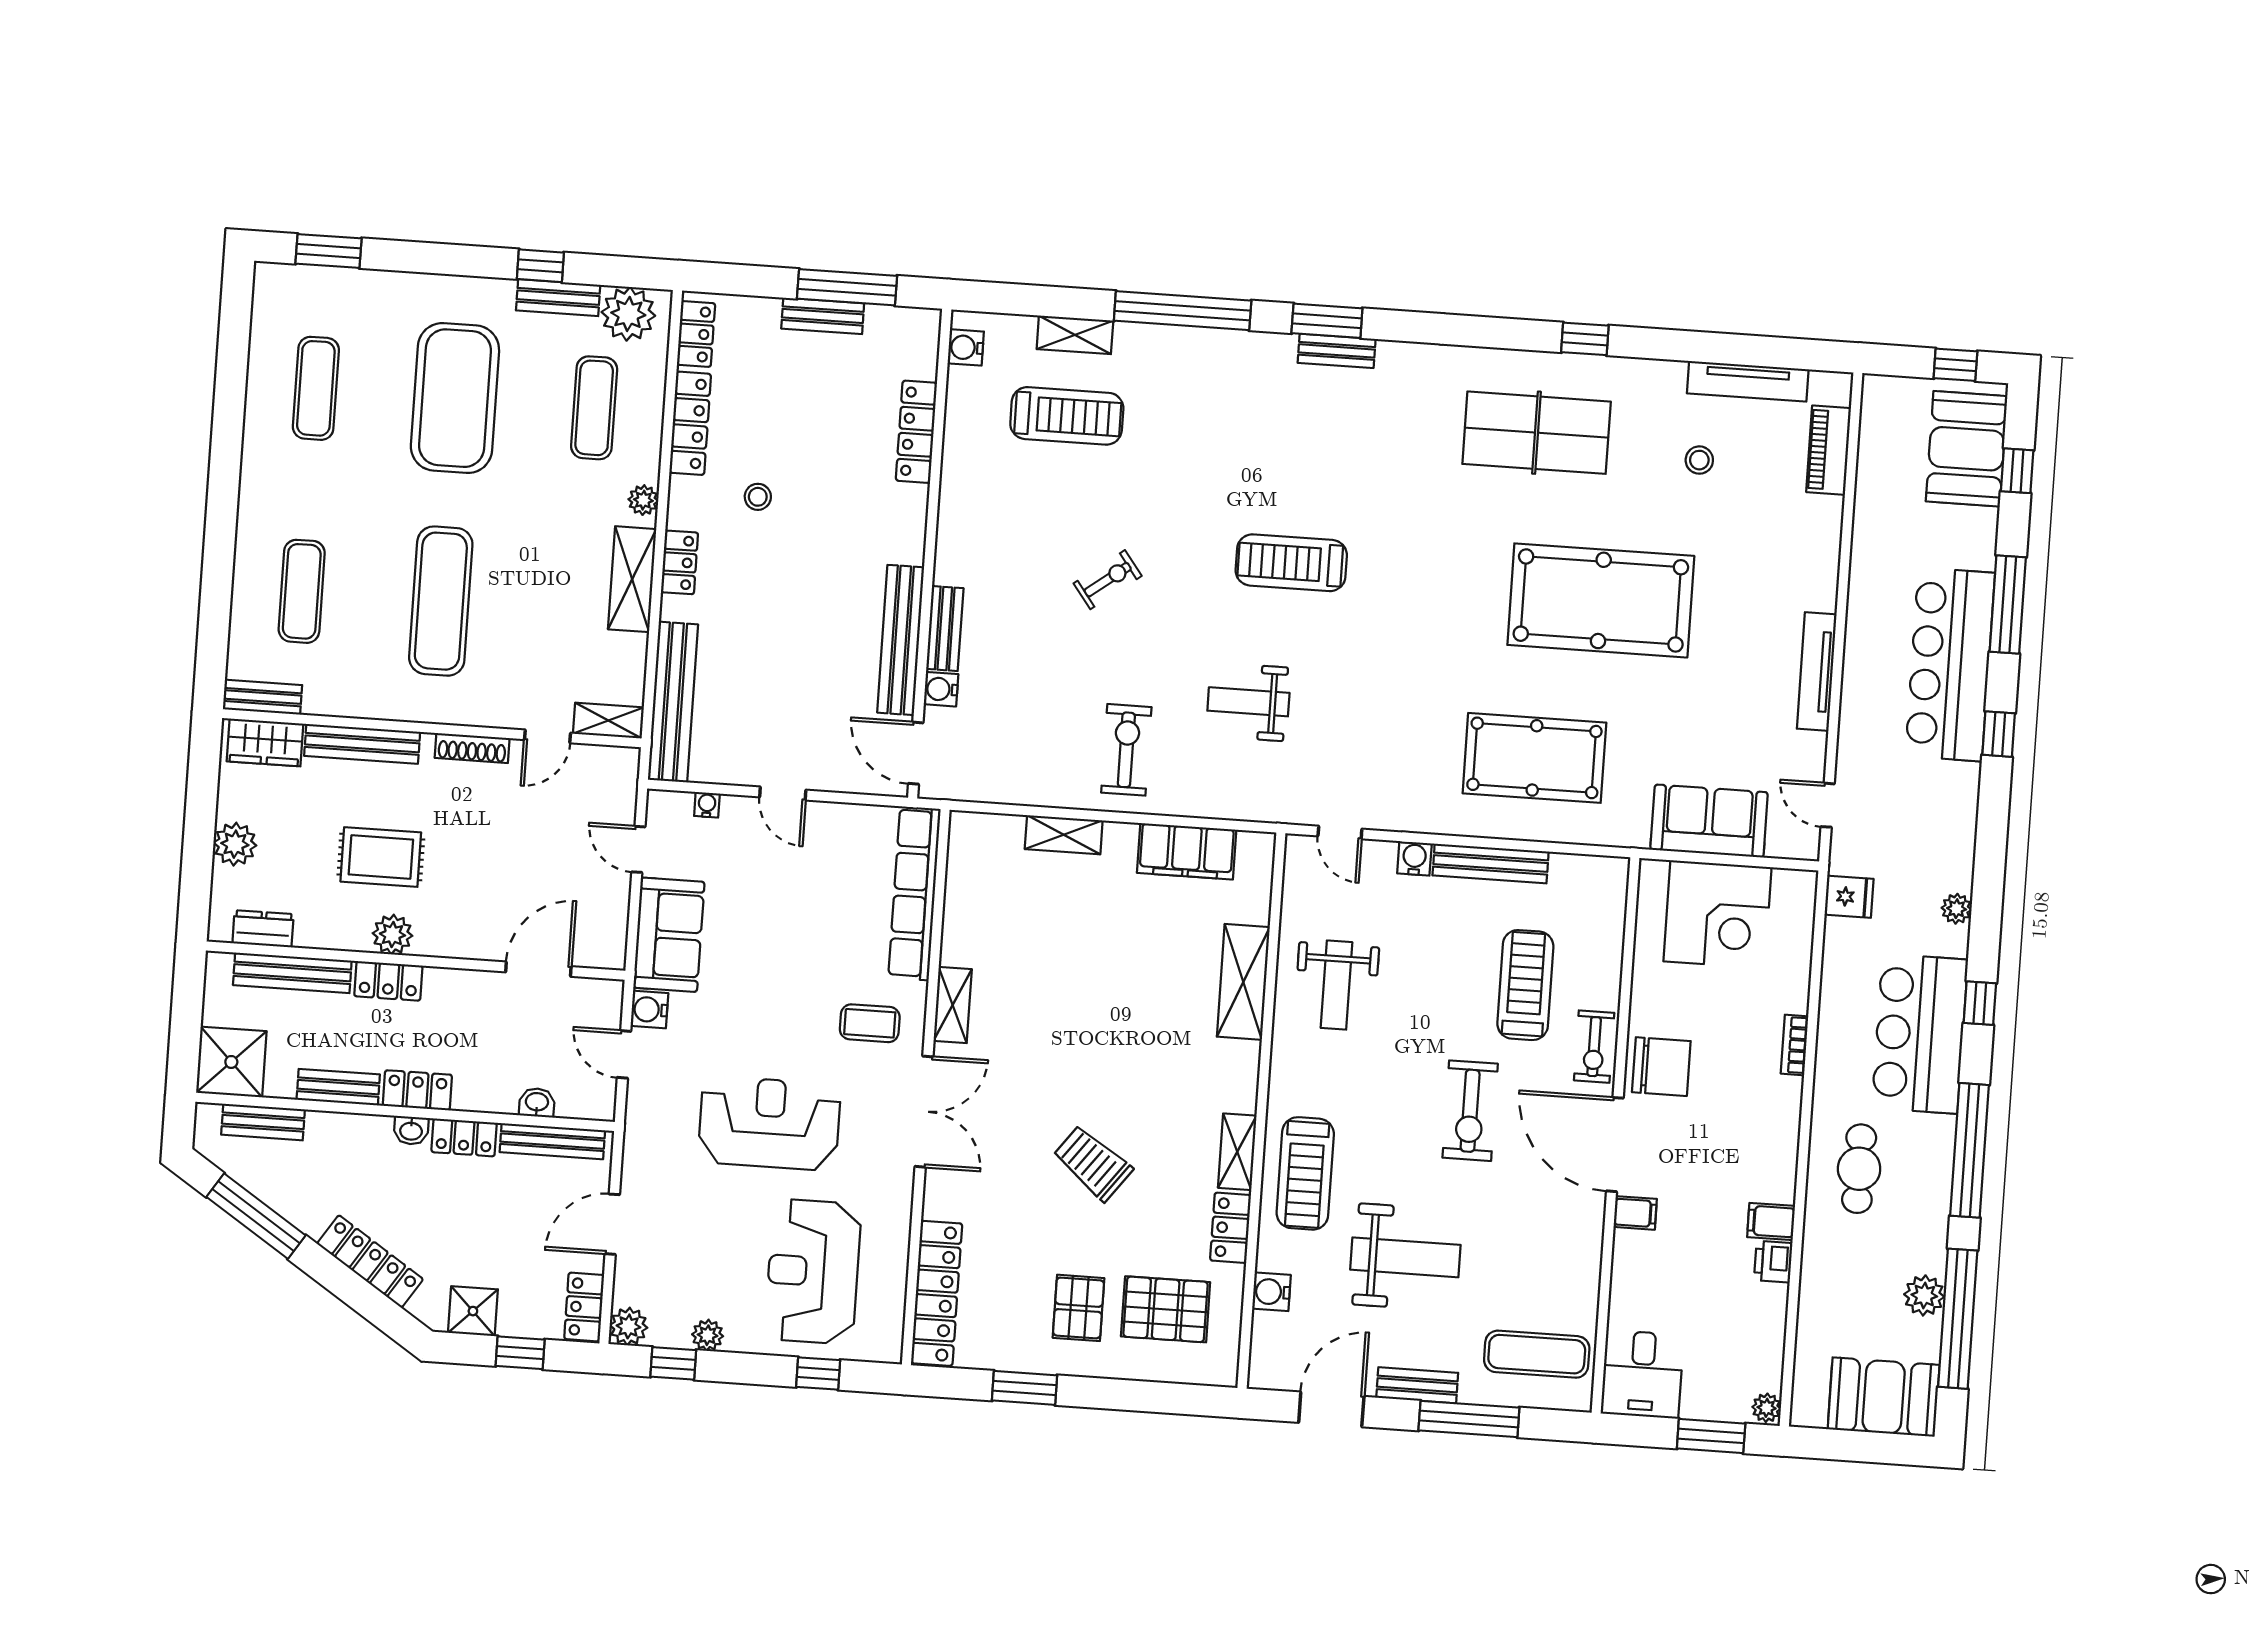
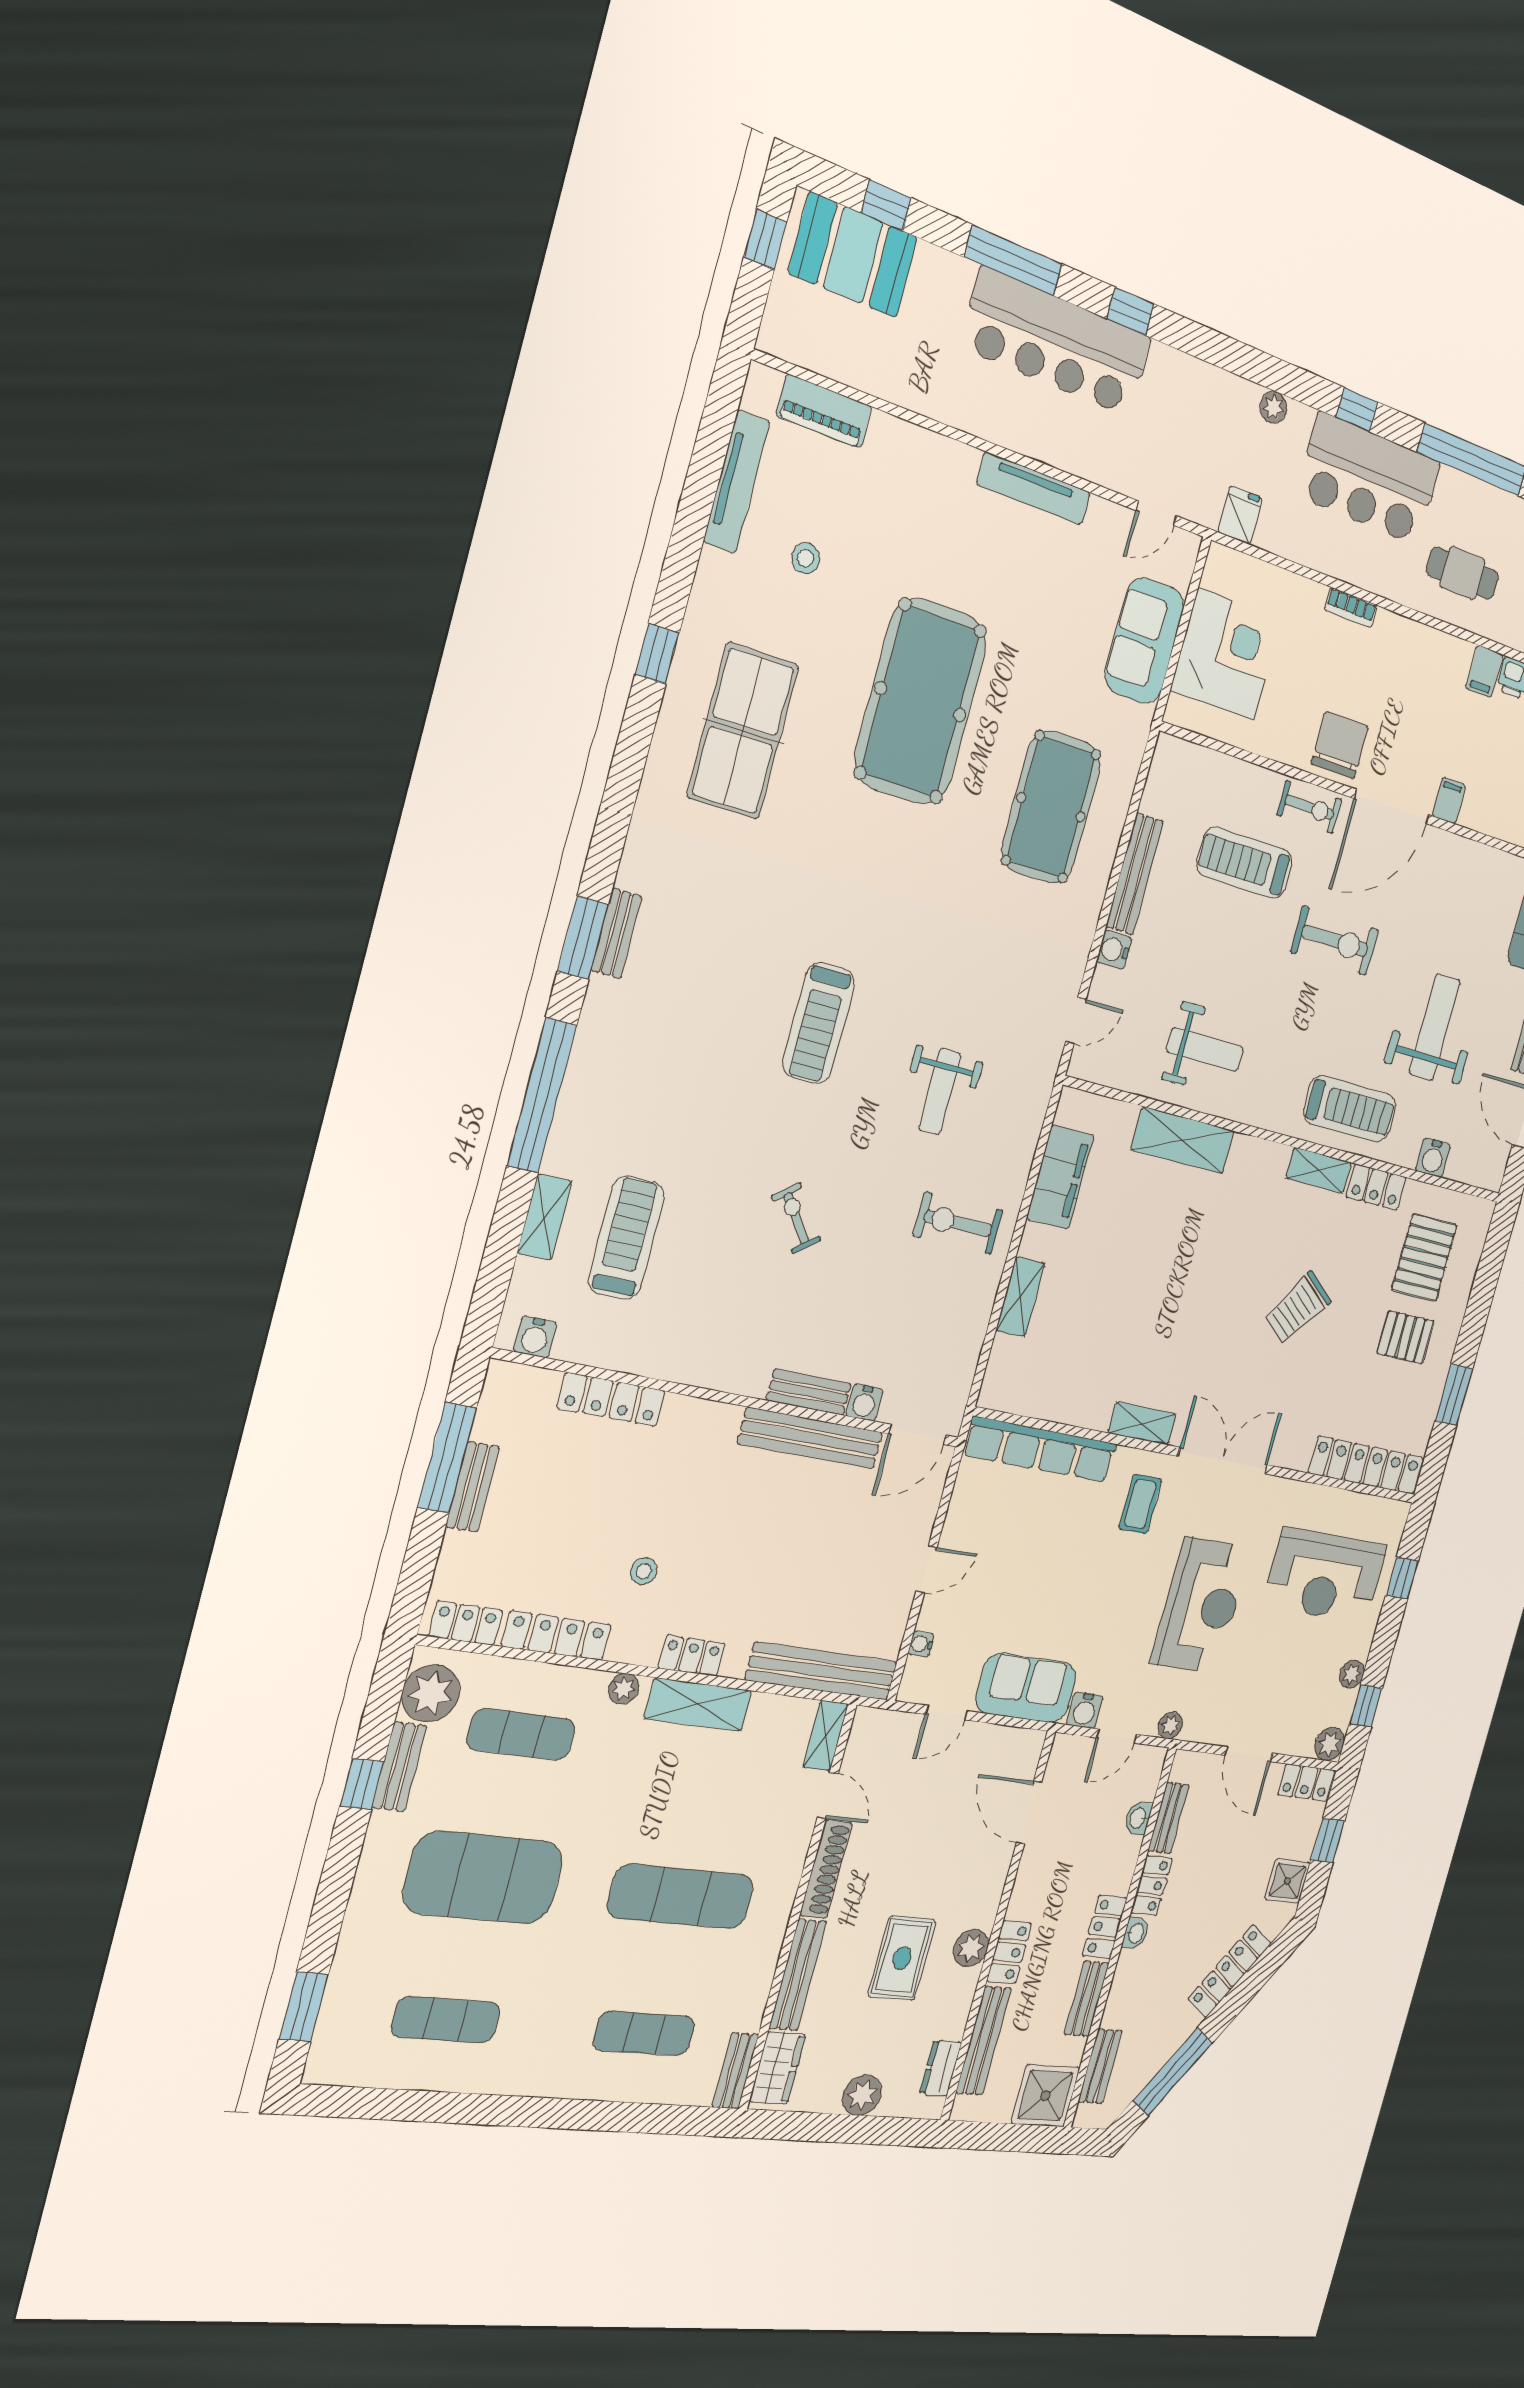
shoe rack: (472, 748) -> (826, 1869), width x1.36, depth x1.24
plant: (639, 1118) -> (1170, 1725), added
reception desk: (769, 1123) -> (1201, 1605), turned 180
bench: (552, 1141) -> (1168, 1818), width x0.73

